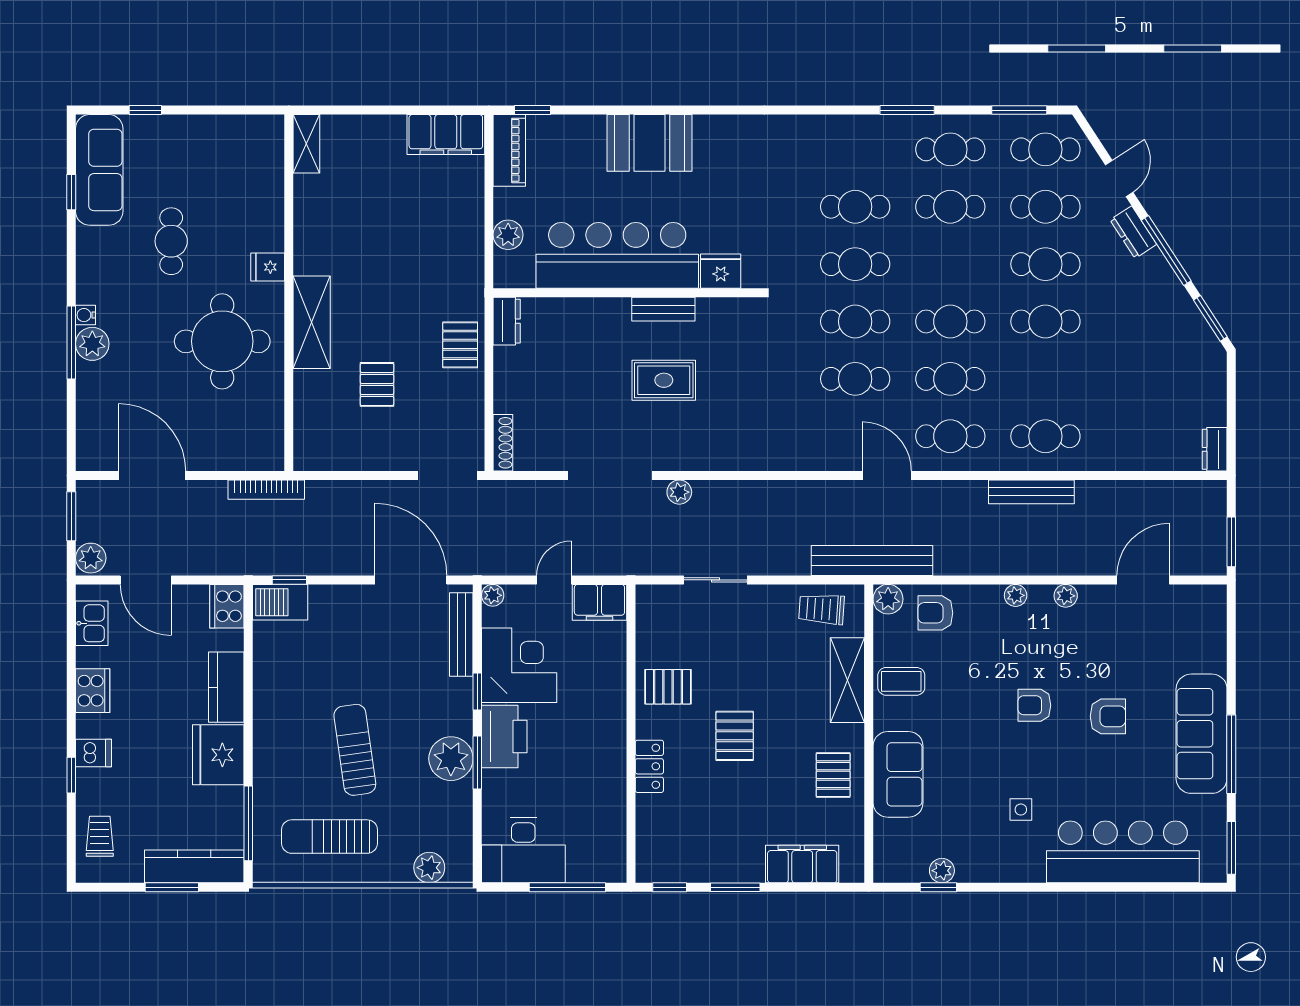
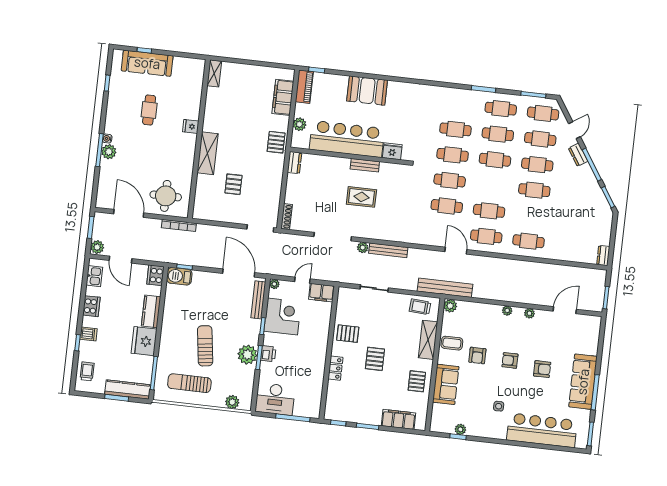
filing cabinet: (446, 135) -> (283, 97), moved, turned 90
sofa: (99, 170) -> (147, 63), moved, turned 90
cafe table: (950, 321) -> (495, 160), moved
round table: (222, 341) -> (166, 196), moved, width x0.73, depth x0.73
pallet: (460, 345) -> (276, 142), moved
bench: (1031, 492) -> (388, 250), moved
armchair: (935, 613) -> (477, 355), moved, turned -90
printer: (504, 736) -> (268, 354), width x0.53, depth x0.68

